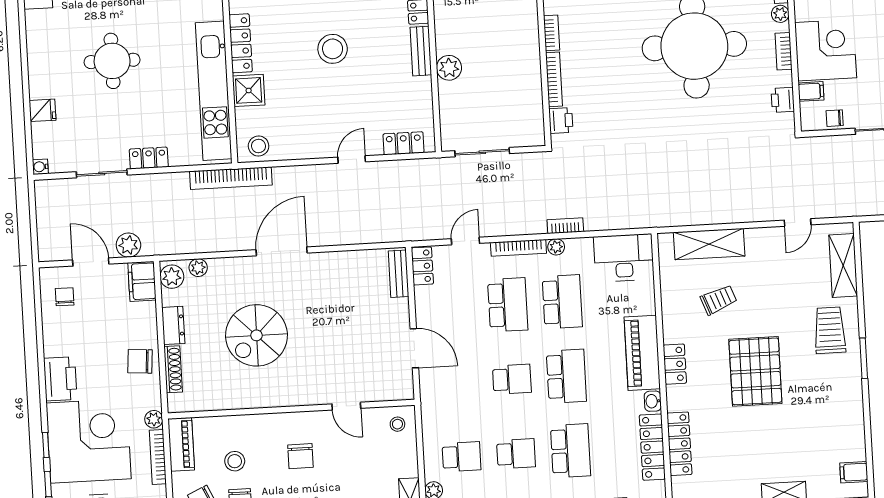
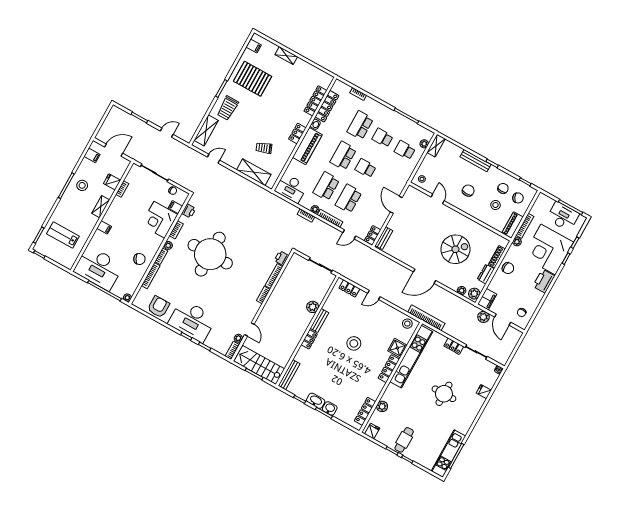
pallet: (755, 371) -> (253, 79), moved, turned 90

